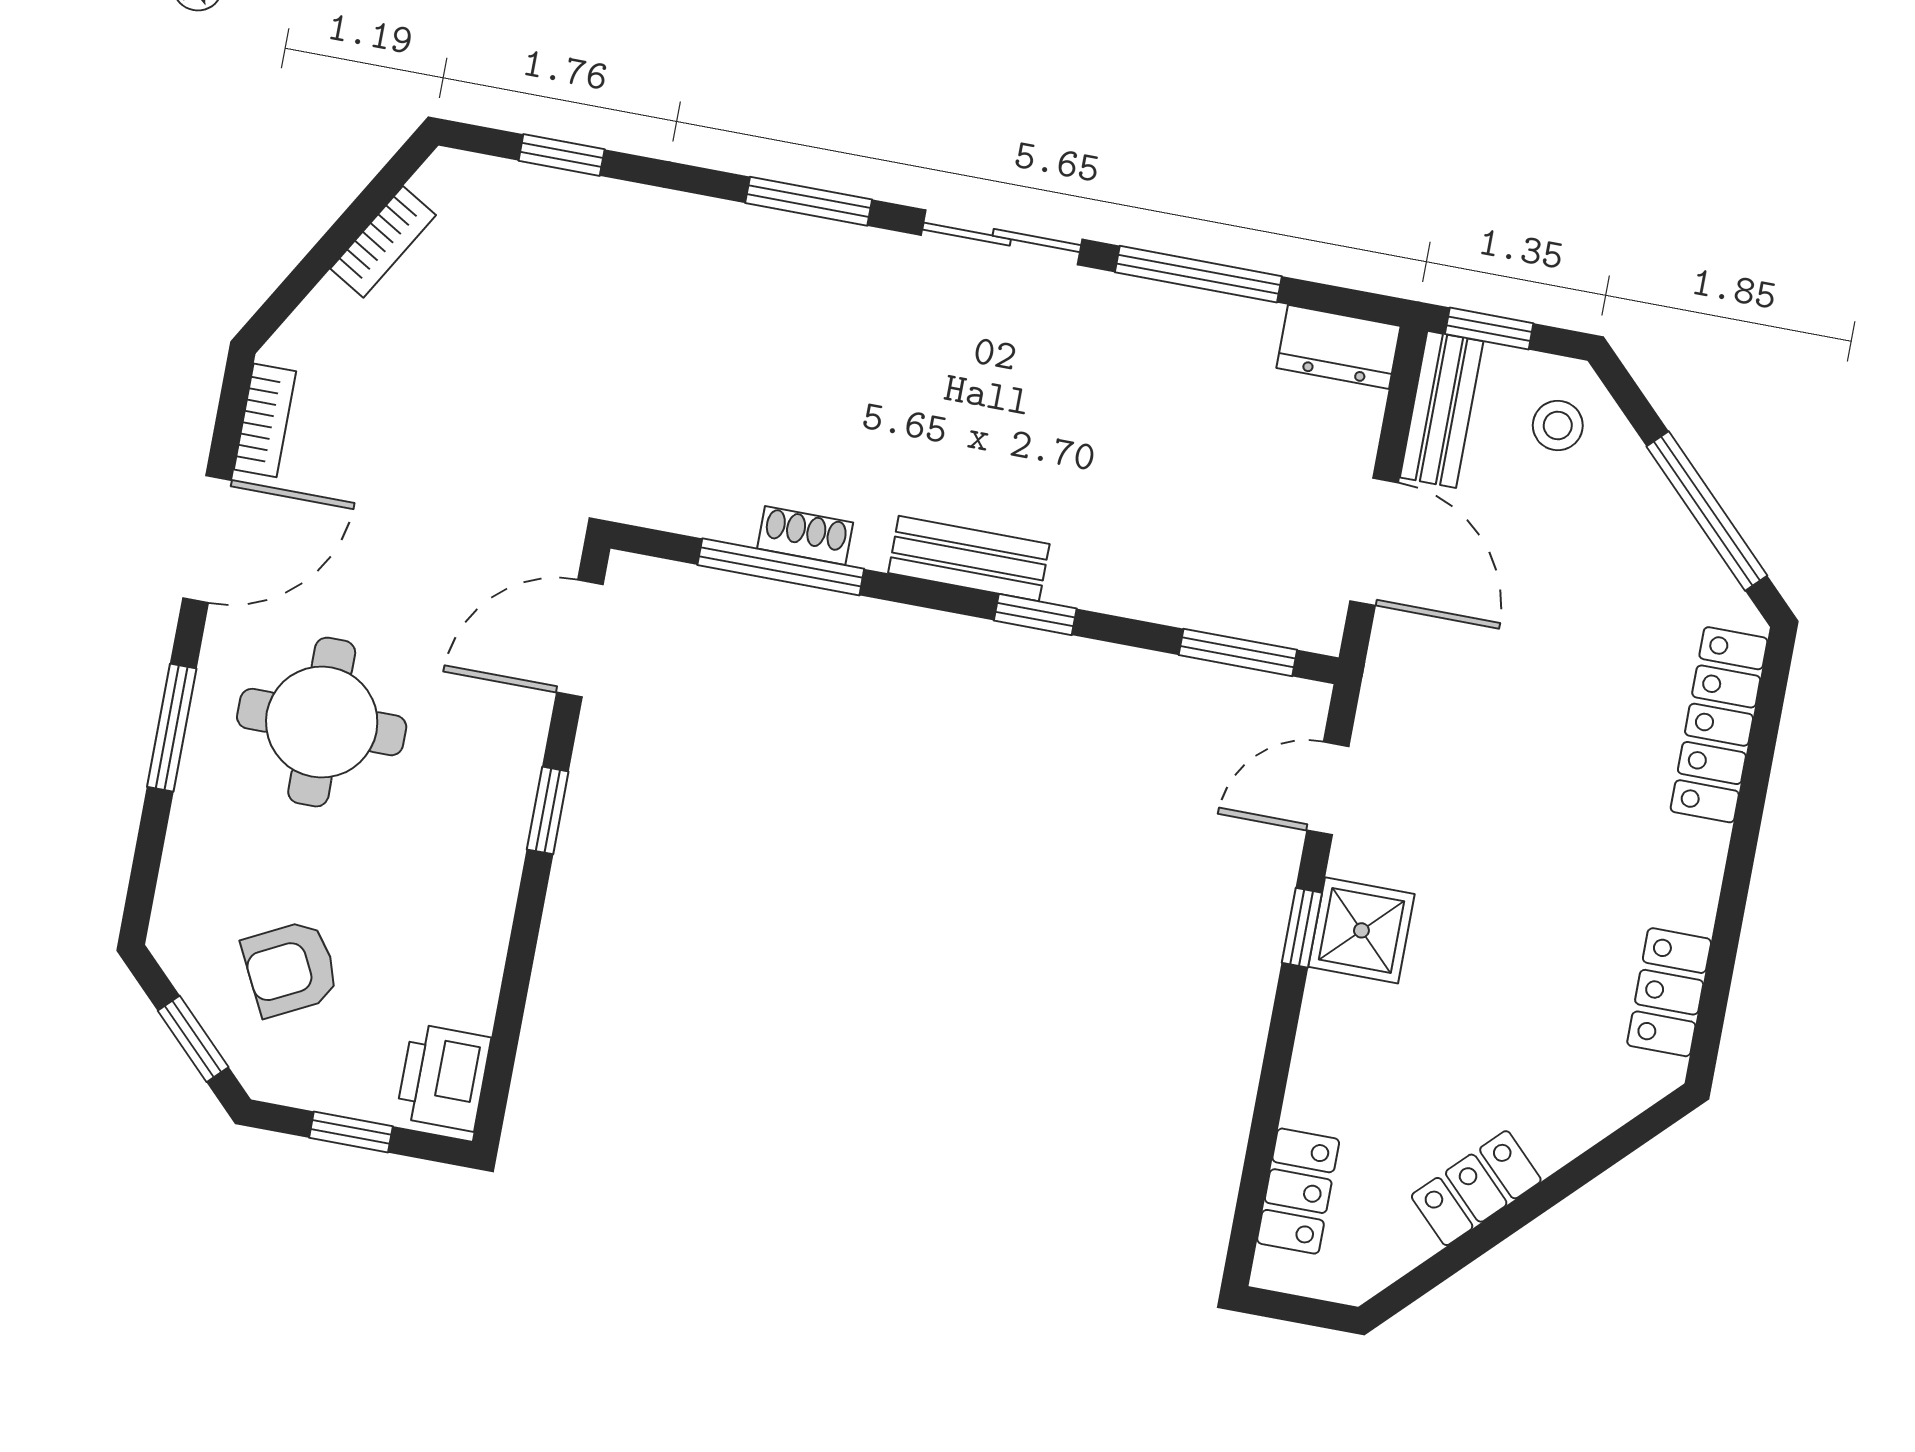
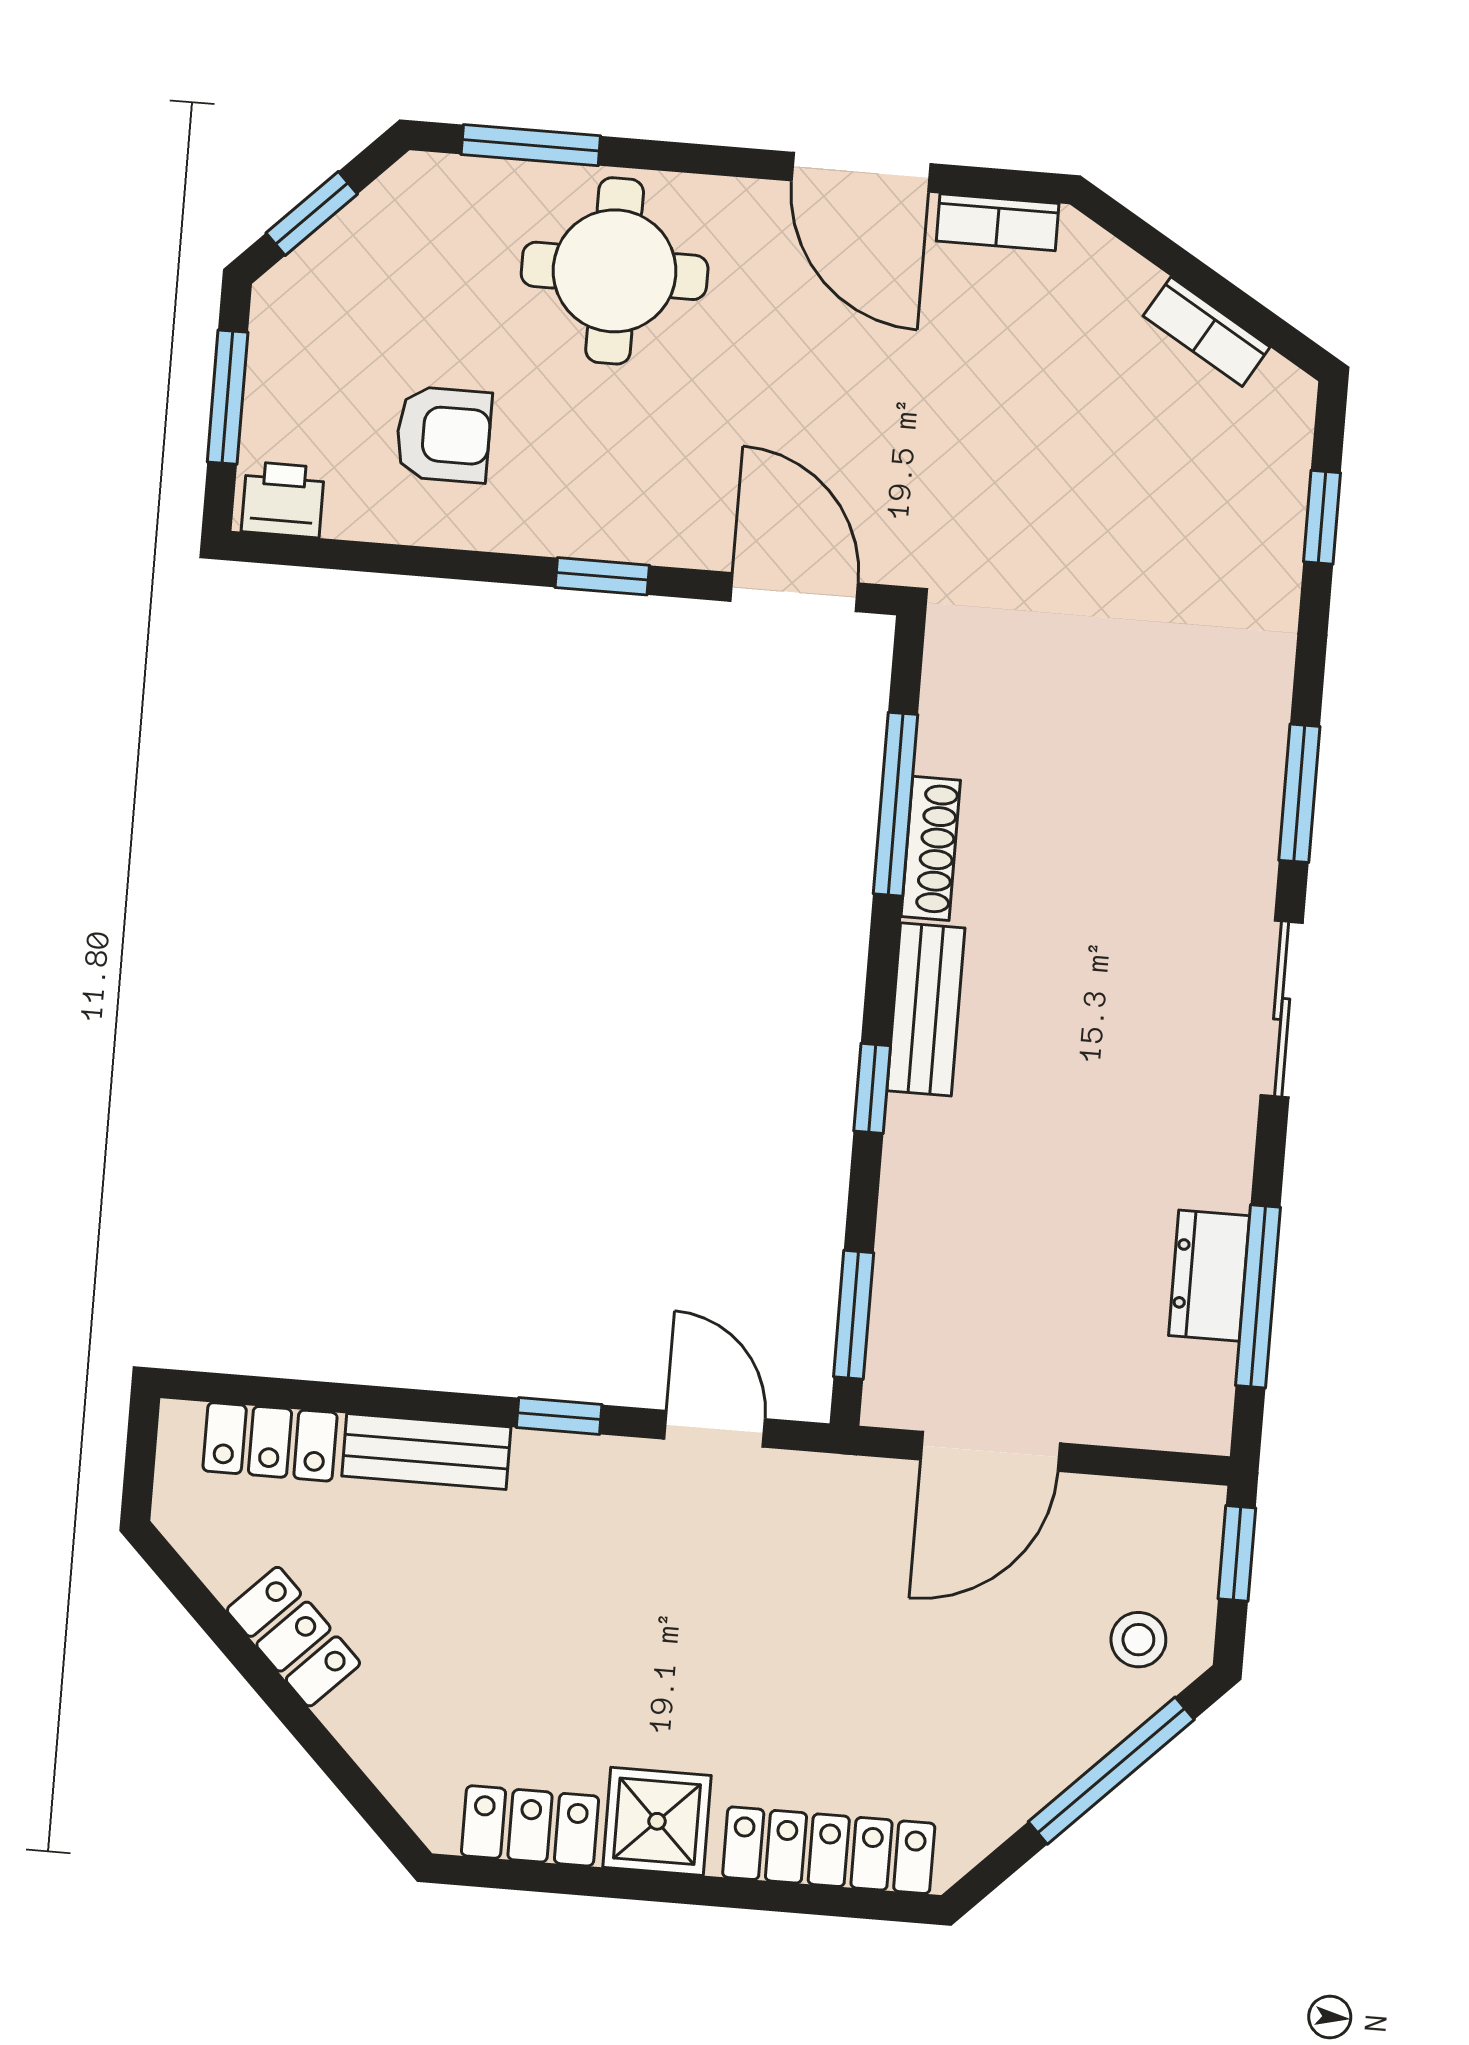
window: (1198, 274) -> (1258, 1296), moved
dresser: (1338, 347) -> (1209, 1276), moved
bench: (1442, 409) -> (426, 1452), moved
window: (1707, 511) -> (1111, 1771), moved
shoe rack: (805, 536) -> (931, 848), width x1.43
round table: (322, 722) -> (615, 271), moved
window: (172, 728) -> (531, 145), moved
shower: (1361, 930) -> (657, 1821), moved
armchair: (291, 968) -> (443, 435), moved, turned 117
printer: (443, 1077) -> (283, 500), width x0.73, depth x0.81
window: (351, 1132) -> (228, 397), width x1.50

